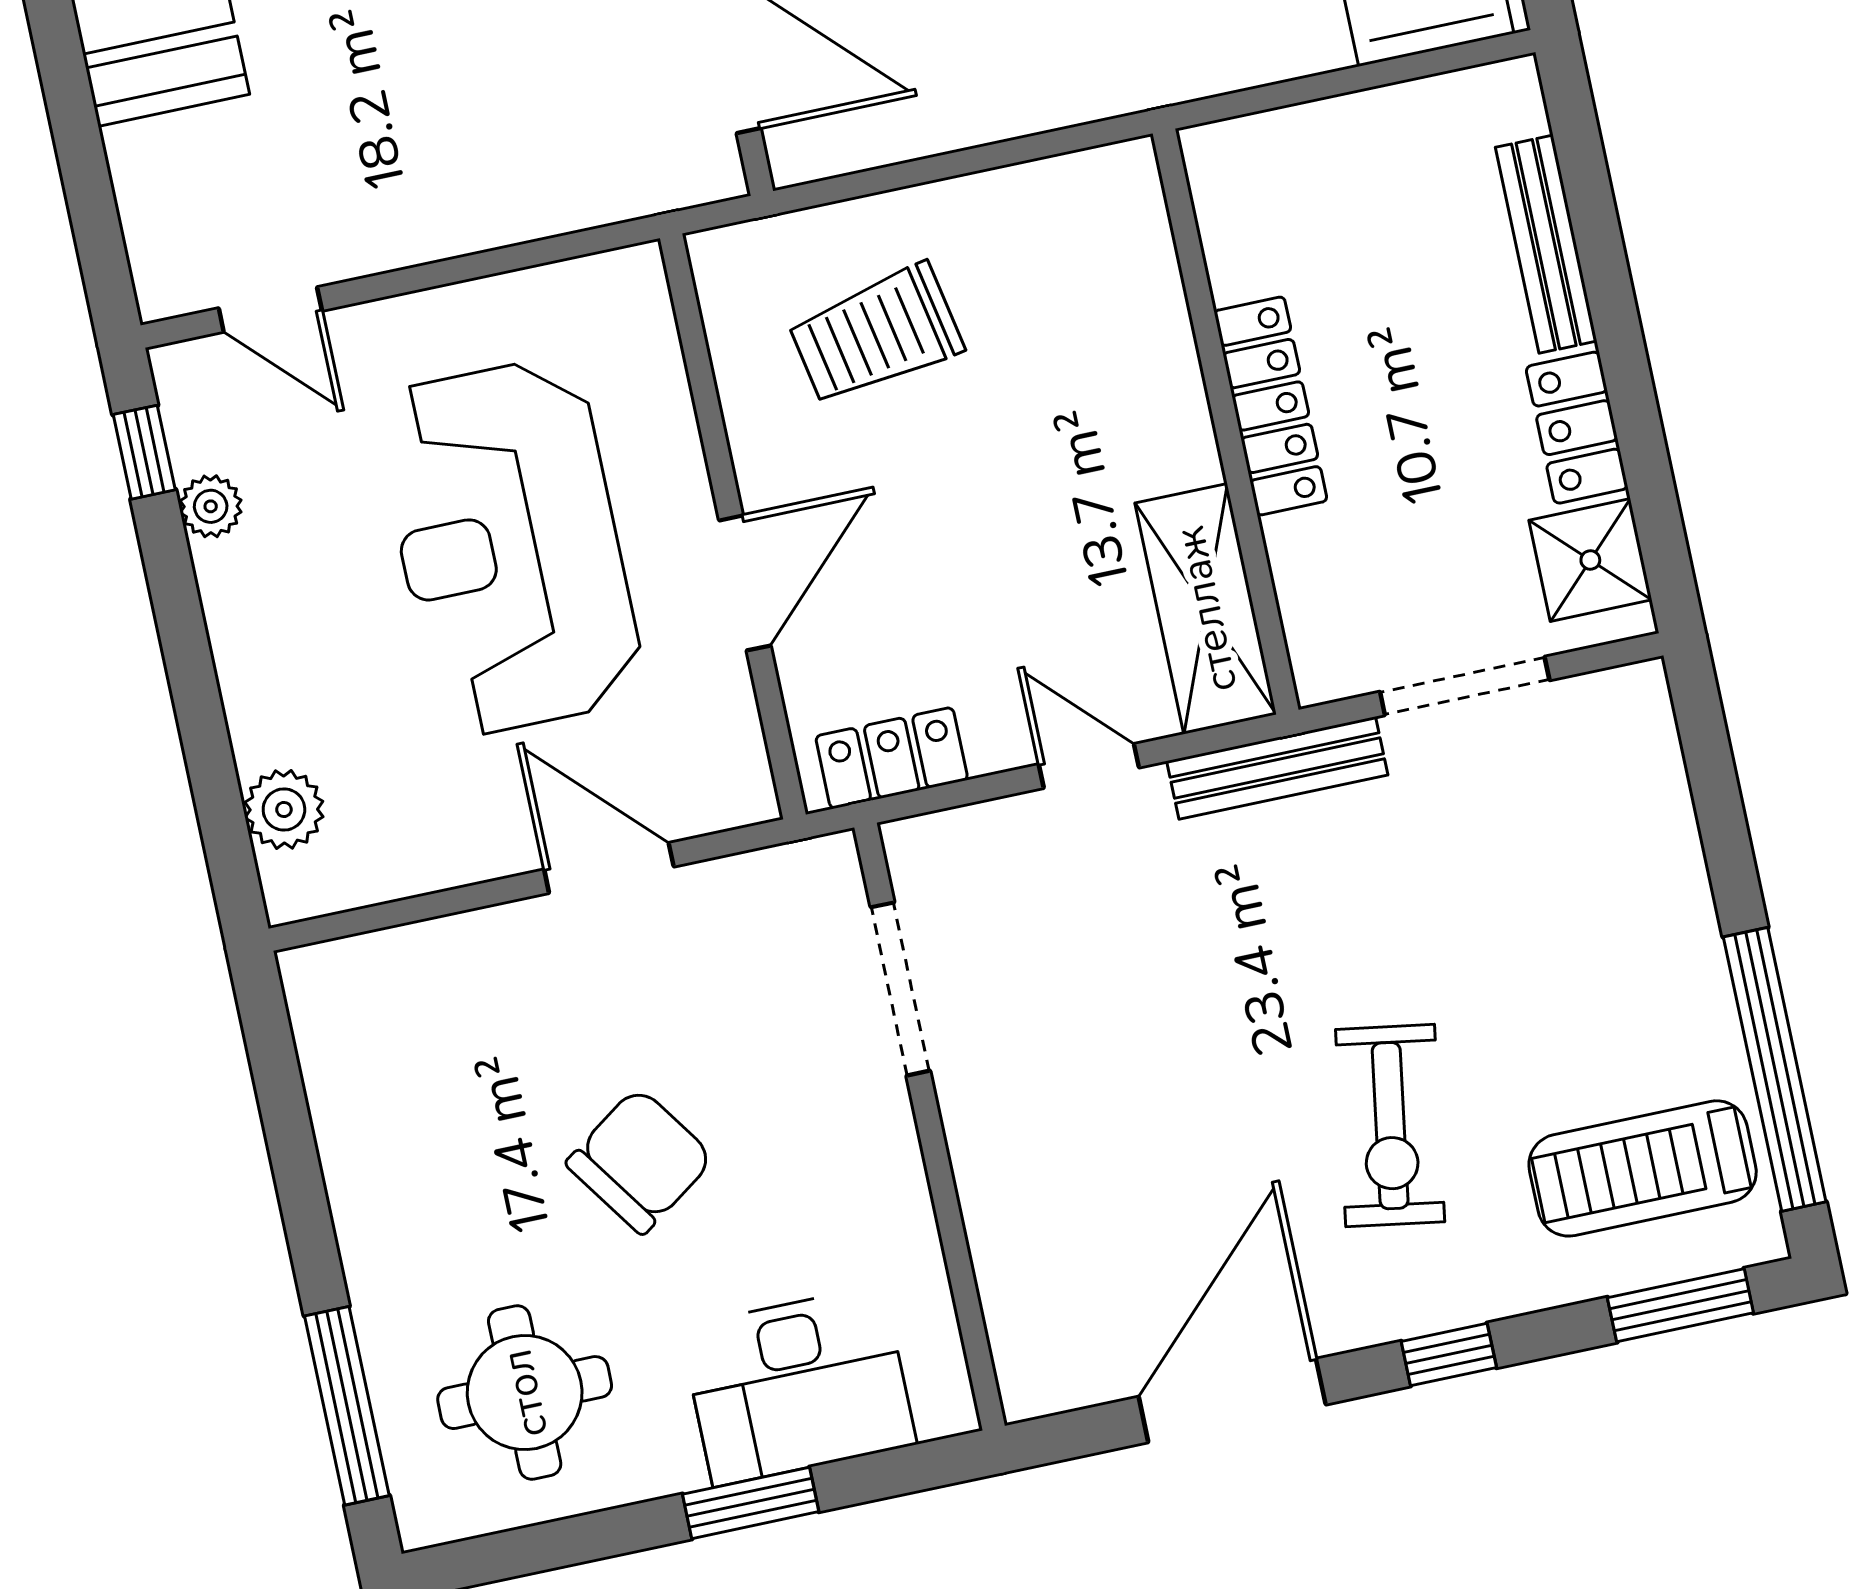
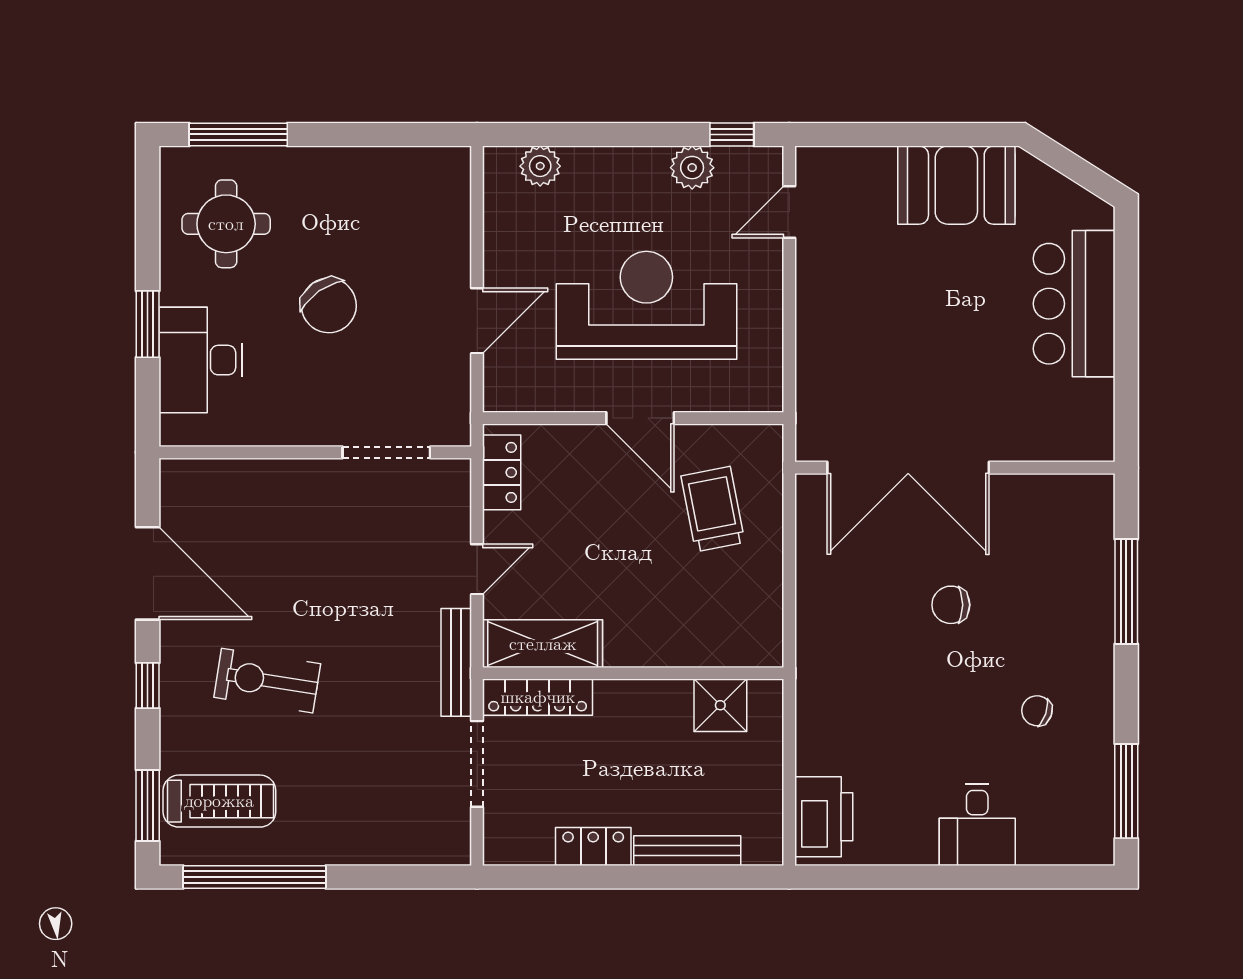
locker: (1271, 406) -> (538, 697), moved
plant: (211, 506) -> (692, 168), width x1.38, depth x1.38
shower: (1590, 560) -> (720, 705), moved
door: (745, 583) -> (640, 418), moved
treadmill: (1643, 1168) -> (219, 801), turned 90

